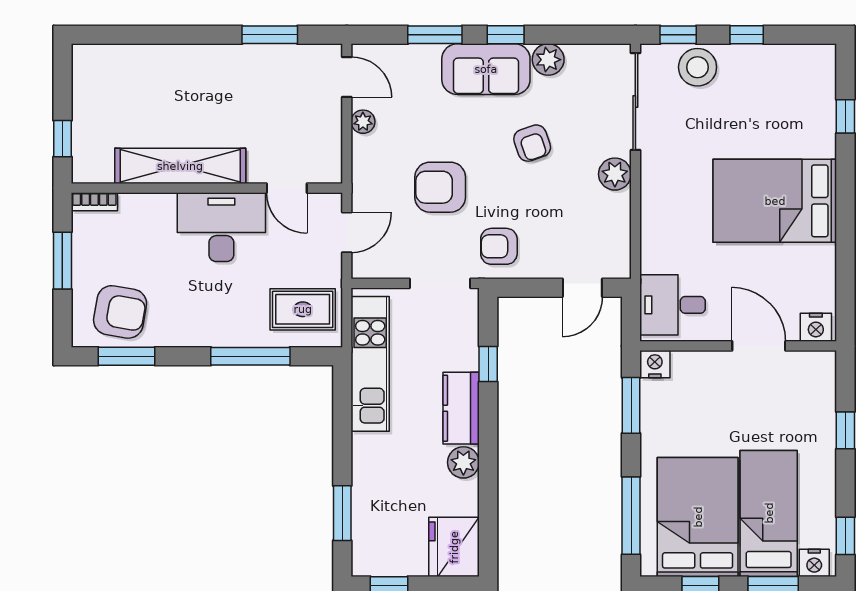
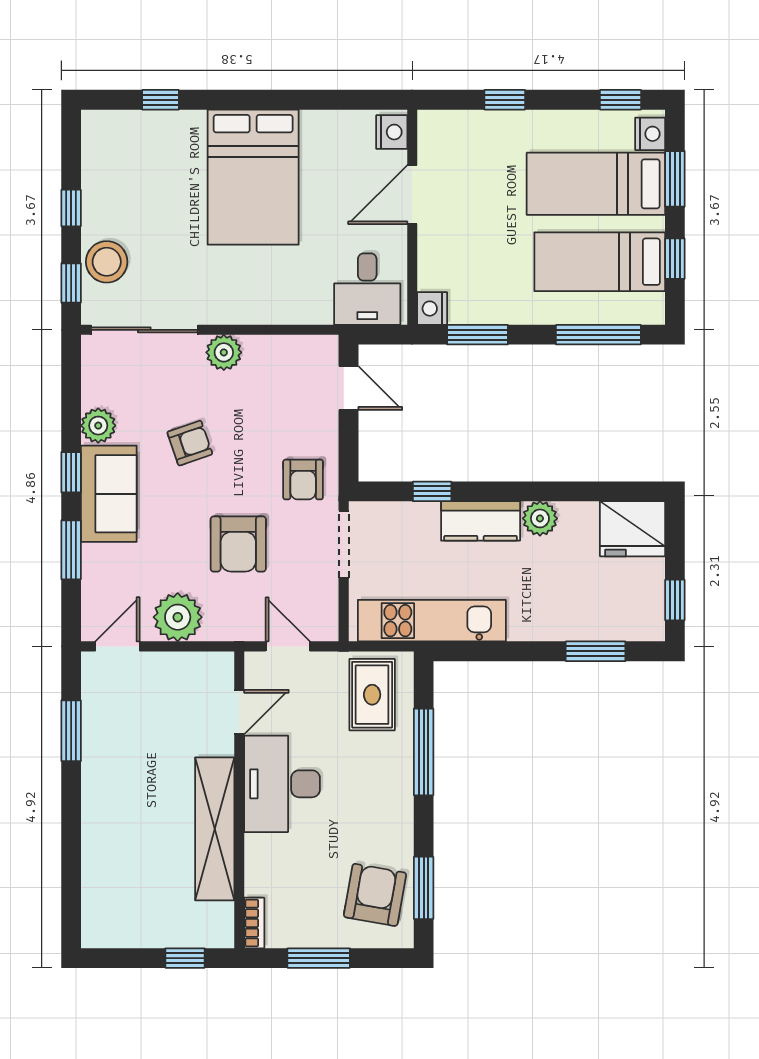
plant: (363, 122) -> (178, 617), width x1.88, depth x1.88
bed: (698, 517) -> (600, 262), width x0.67

